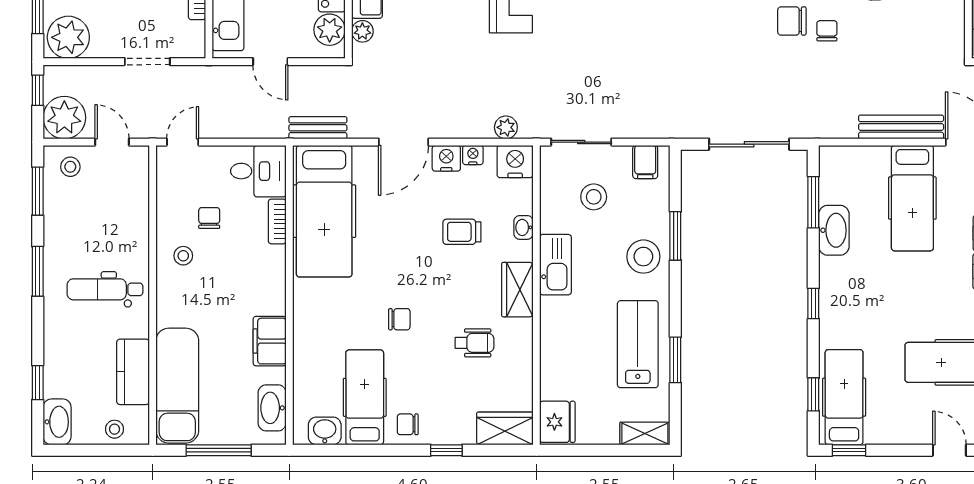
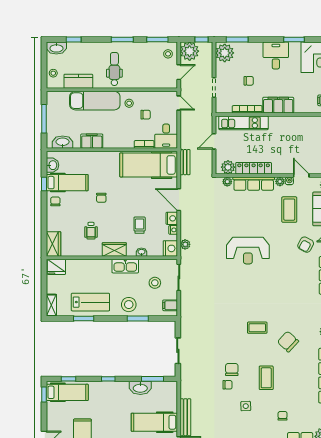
sliding door: (749, 144) -> (178, 351), width x0.73
exam couch: (177, 386) -> (95, 101), moved
window: (446, 450) -> (44, 184), moved

